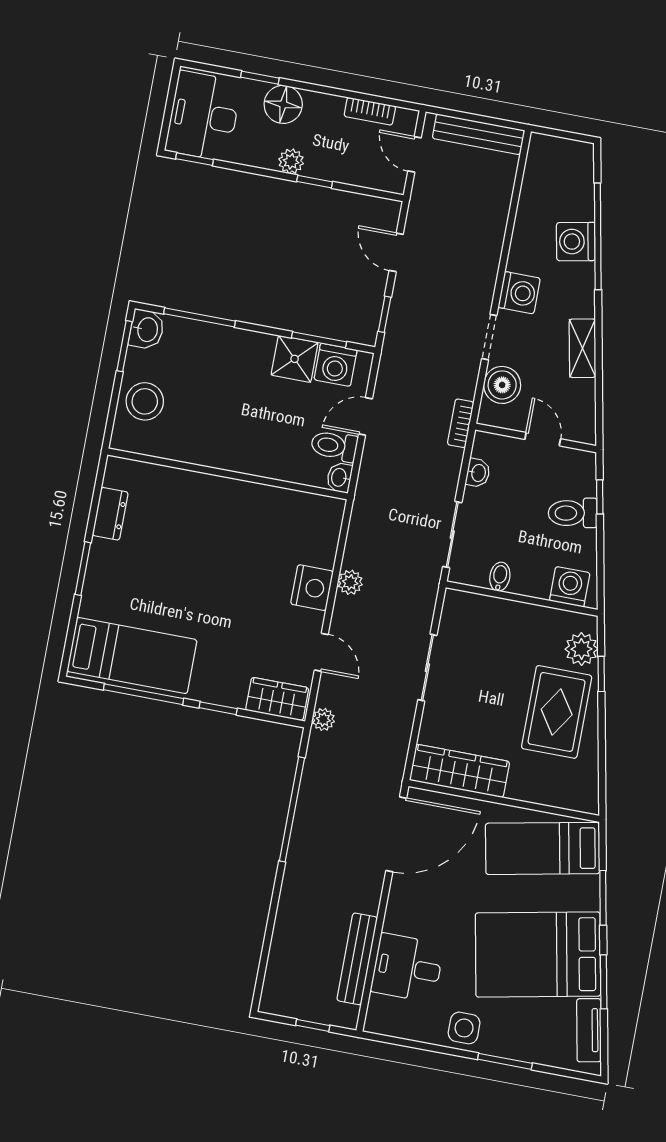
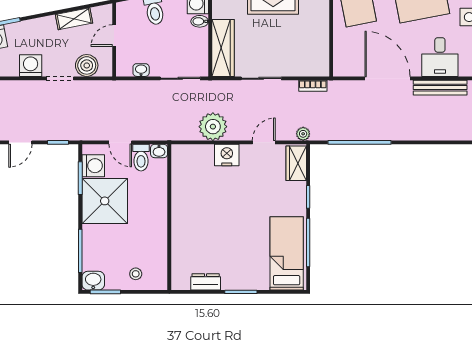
shelving: (583, 348) -> (74, 19), moved
shower: (295, 359) -> (105, 201), width x1.86, depth x1.86
stool: (145, 401) -> (136, 274), width x0.53, depth x0.53
bookcase: (461, 423) -> (313, 86), moved
bidet: (500, 577) -> (200, 21), moved
plant: (350, 582) -> (213, 127), width x1.87, depth x1.87
wardrobe: (460, 771) -> (223, 48), moved, turned 180
door: (396, 834) -> (388, 78), moved

